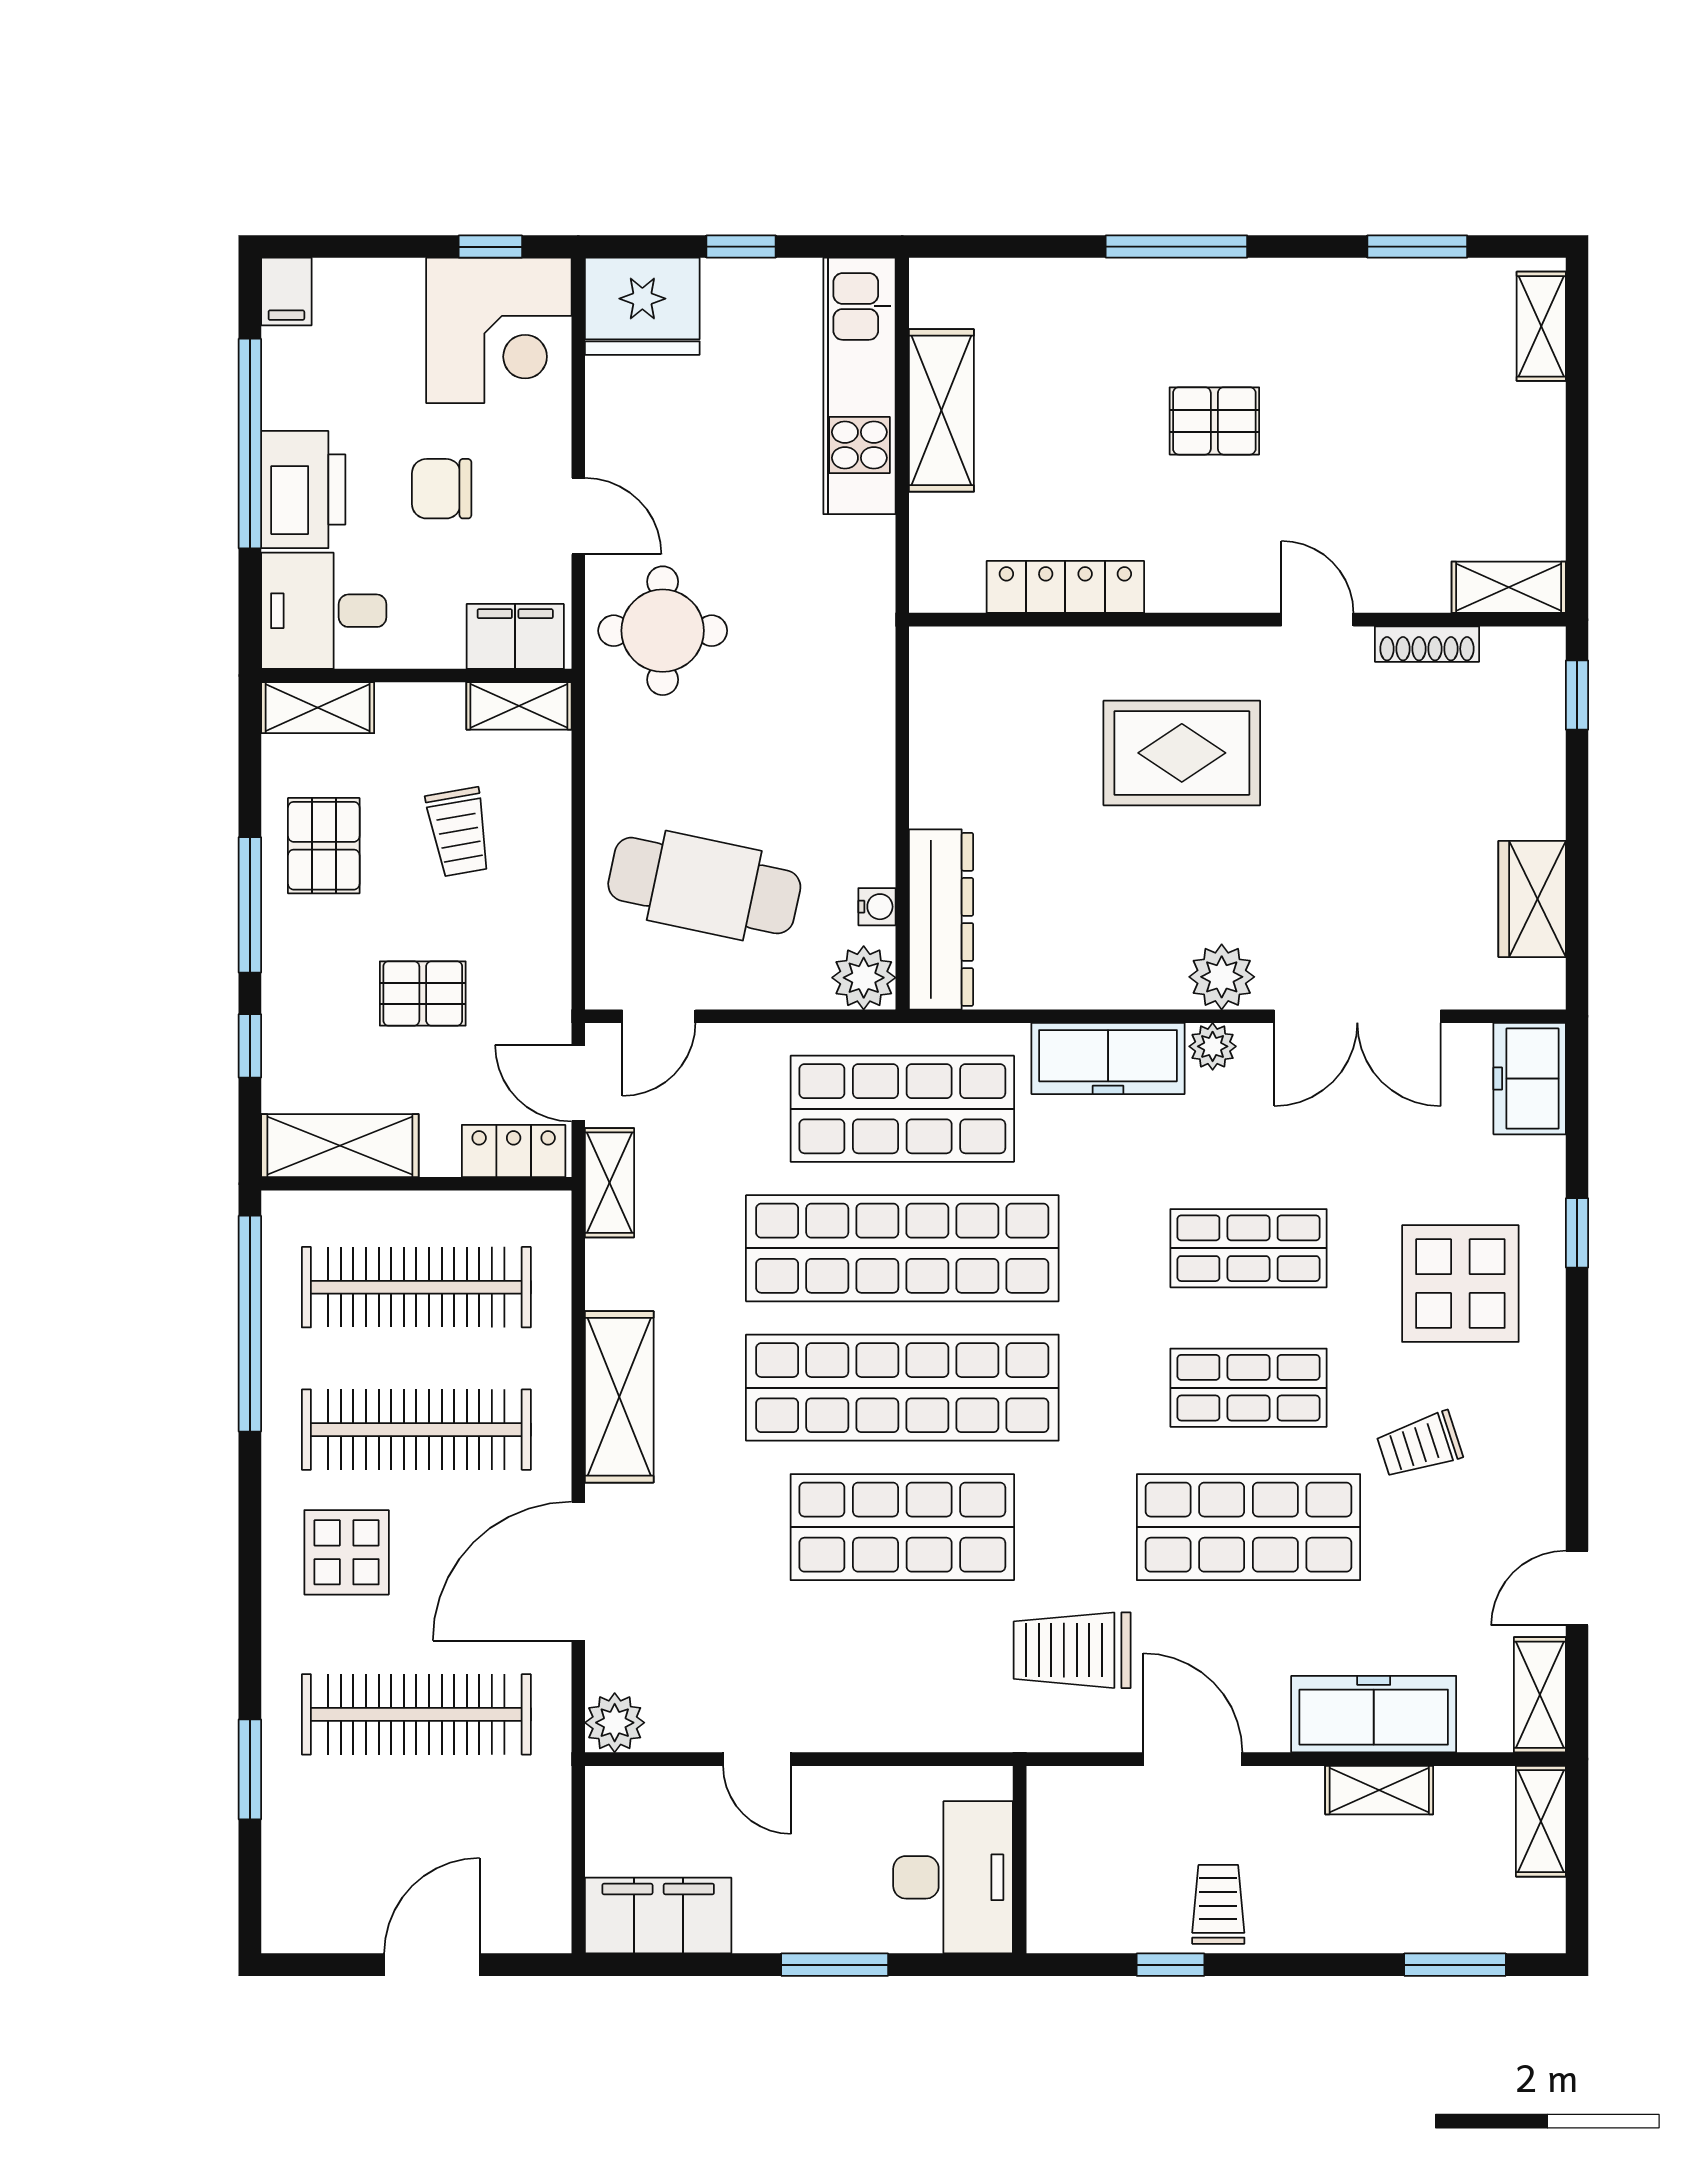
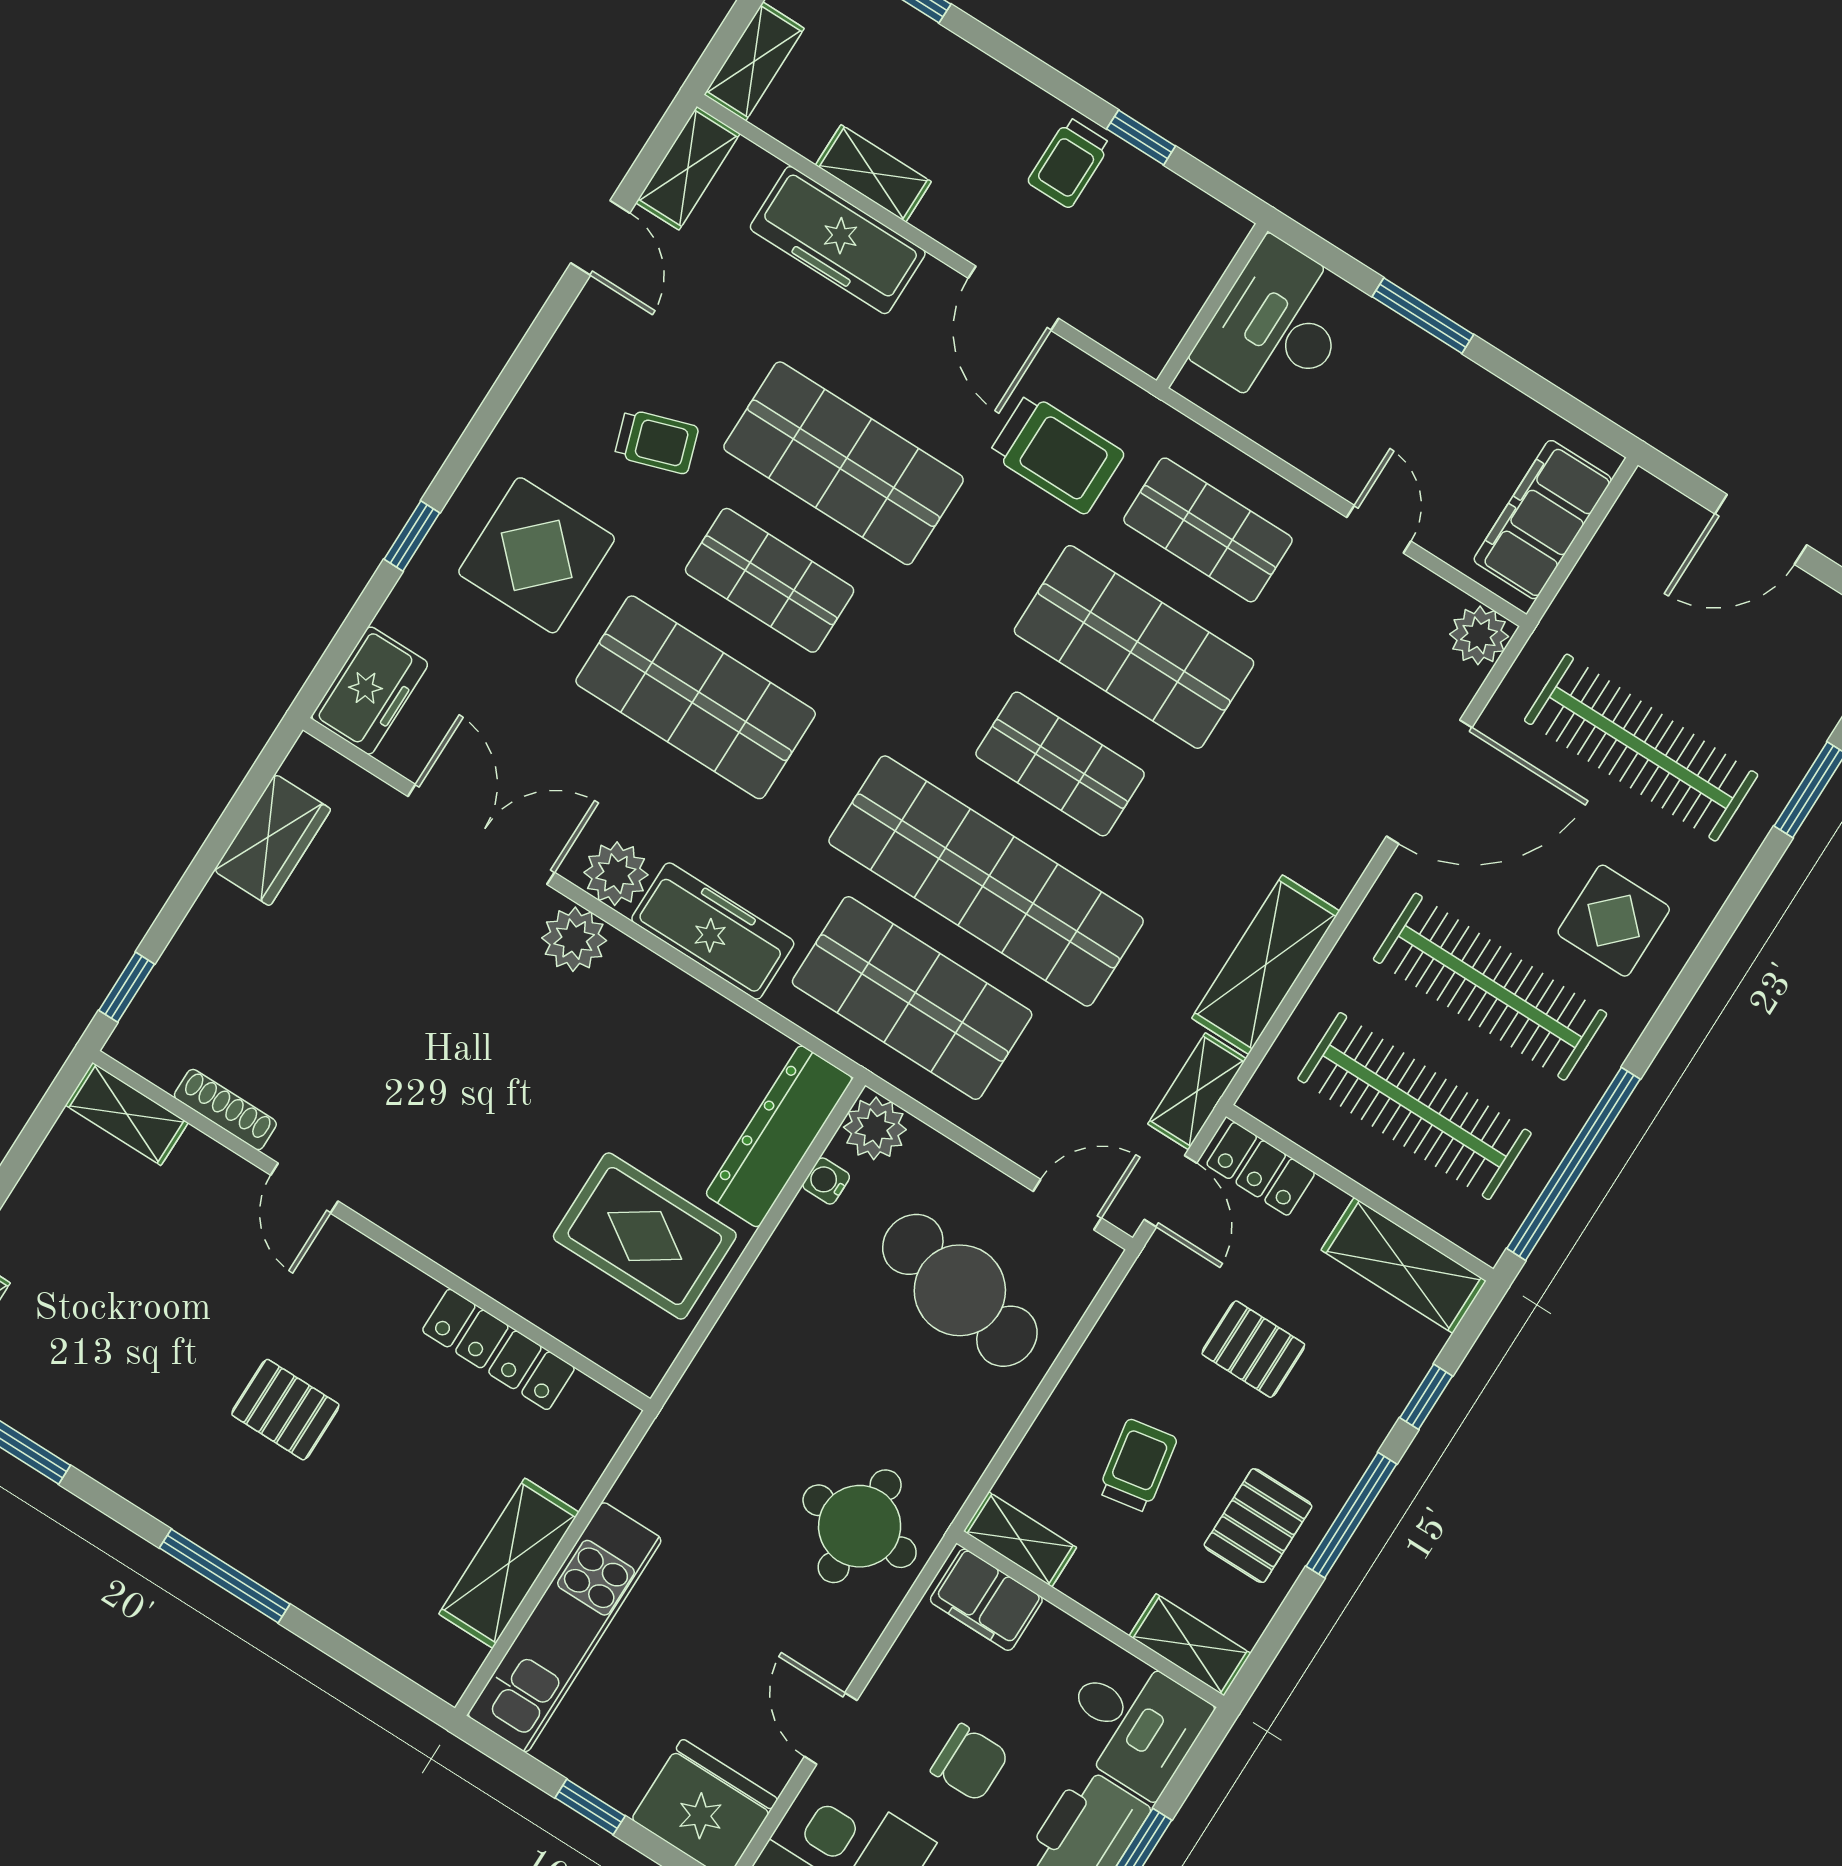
door: (578, 516) -> (831, 1728), moved
rug: (1182, 753) -> (645, 1236), moved
plant: (1213, 1046) -> (616, 874), width x1.38, depth x1.38
shop shelf: (1248, 1248) -> (696, 697), width x1.43, depth x1.36
shop shelf: (902, 1388) -> (1060, 764), width x0.50, depth x0.74
shelving: (619, 1397) -> (1266, 965), moved
door: (1577, 1588) -> (600, 238), hinge flipped
shop shelf: (902, 1667) -> (1208, 530), added
filing cabinet: (658, 1916) -> (1543, 520), moved, turned 90

